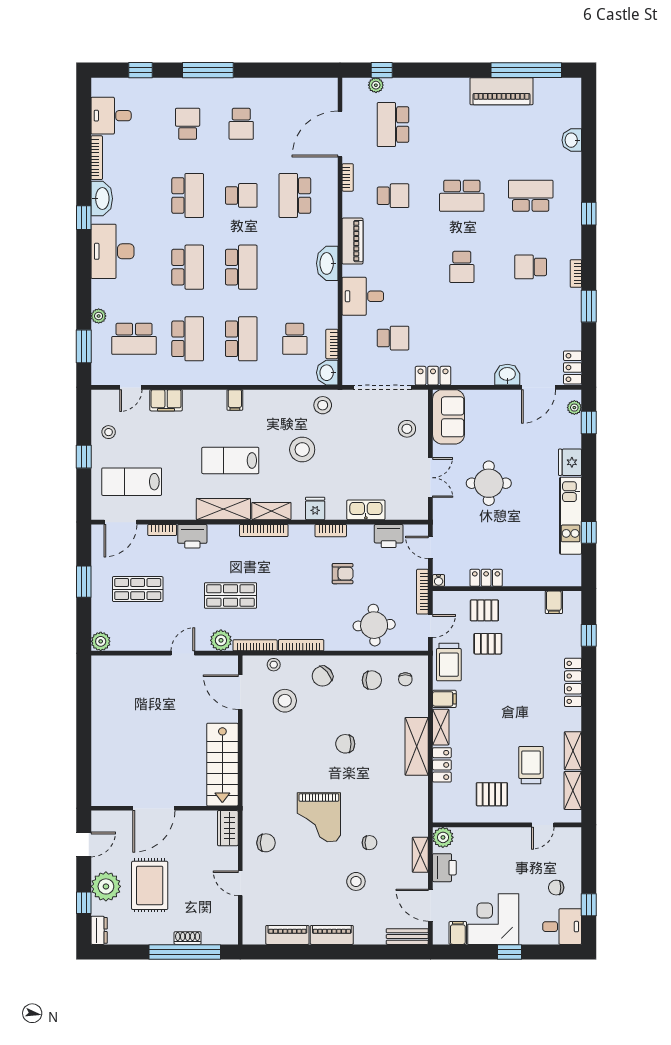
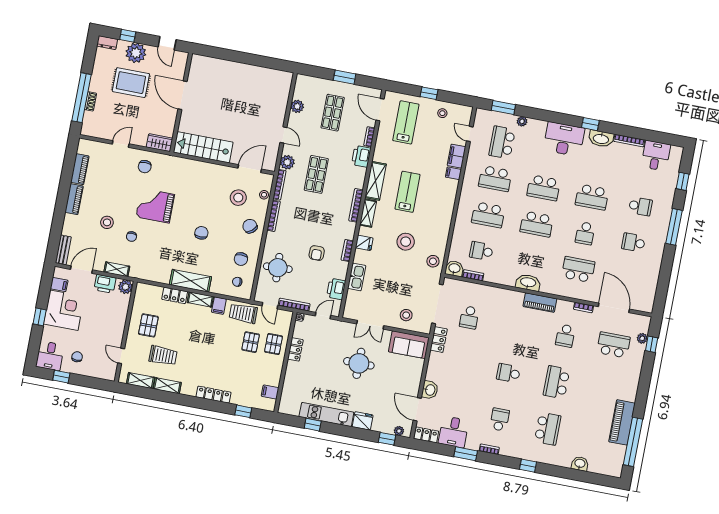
desk: (363, 296) -> (454, 432), moved, turned 180
filing cabinet: (235, 400) -> (453, 173), moved
plant: (101, 641) -> (297, 106), moved

